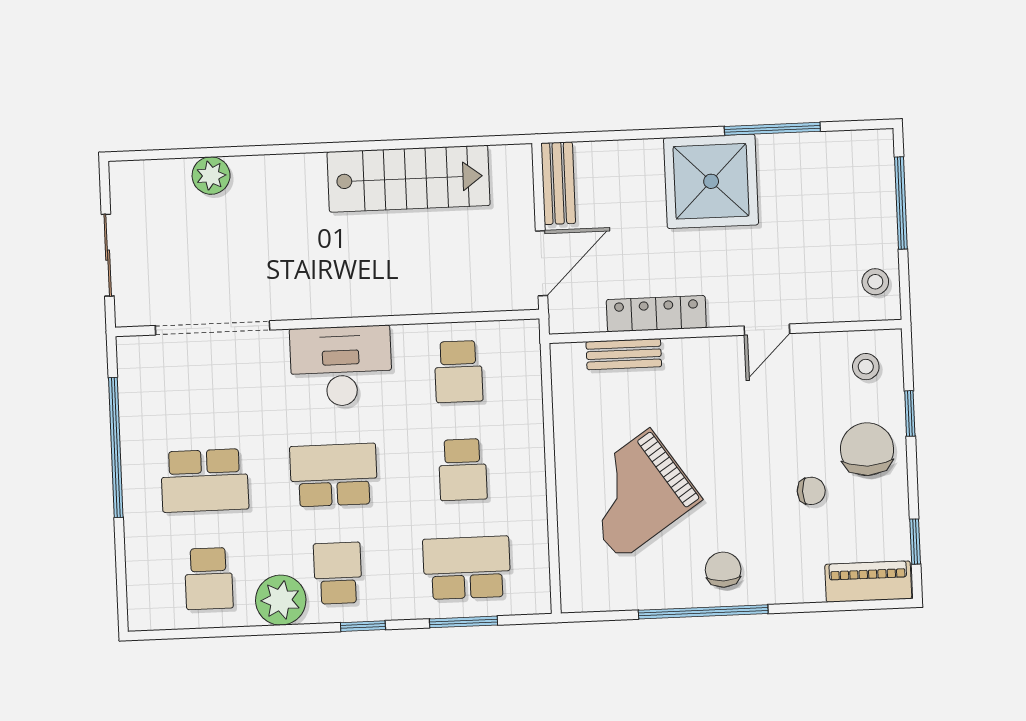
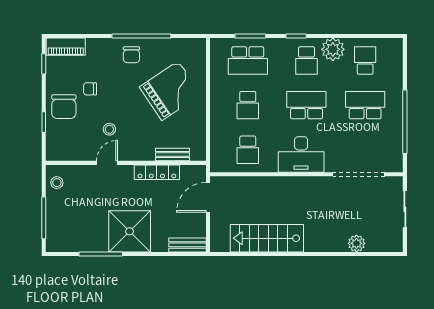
bench: (558, 183) -> (187, 245), moved, turned 90
stool: (866, 367) -> (109, 129), moved
school desk: (459, 372) -> (248, 150), turned 180
school desk: (463, 470) -> (248, 105), turned 180
school desk: (334, 475) -> (306, 105), turned 180

